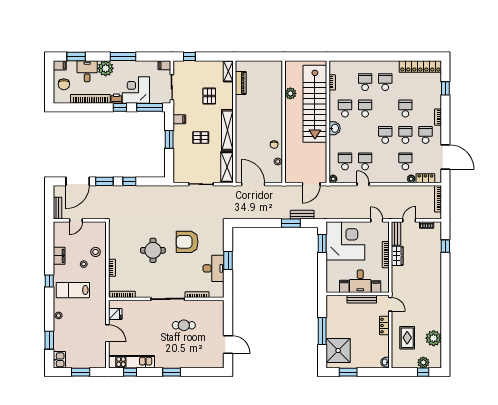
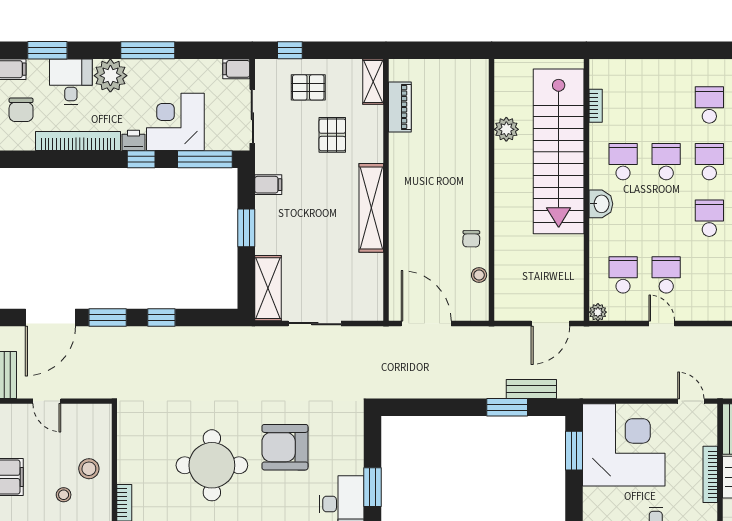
school desk: (365, 82) -> (709, 162), moved
pallet: (201, 138) -> (308, 87), moved
shelving: (227, 167) -> (268, 288), moved
door: (76, 220) -> (47, 401), hinge flipped
round table: (153, 250) -> (212, 465), width x1.36, depth x1.36

